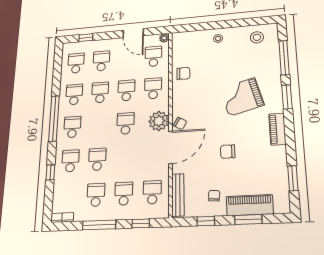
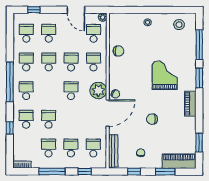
grand piano: (242, 97) -> (165, 75), turned 105
piano: (250, 205) -> (179, 161), moved

